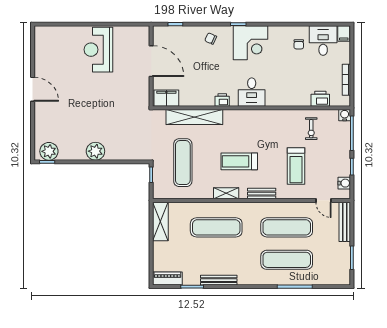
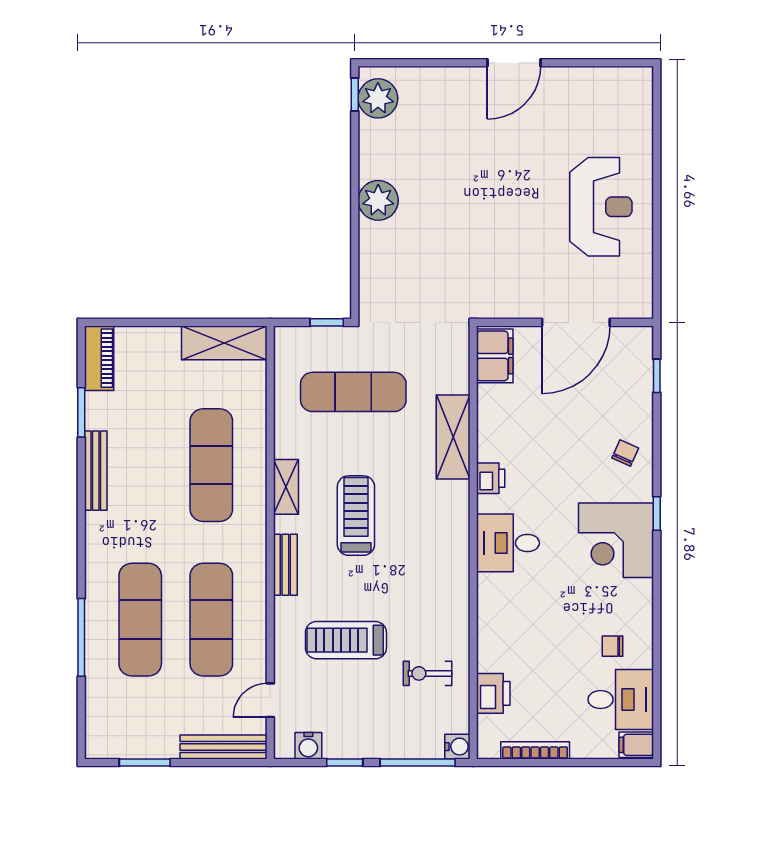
reception desk: (98, 50) -> (601, 207), turned 90
shelving: (194, 117) -> (453, 437), width x0.68

